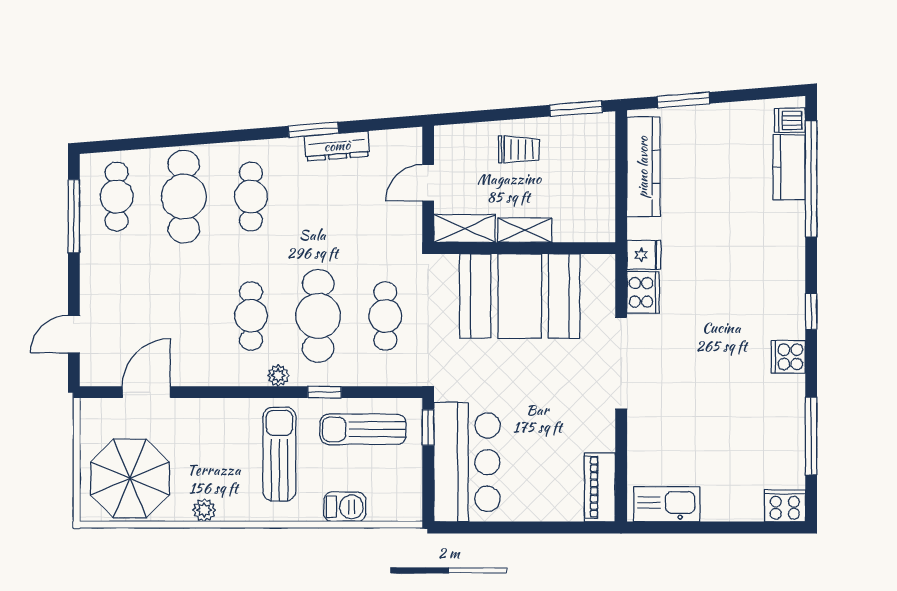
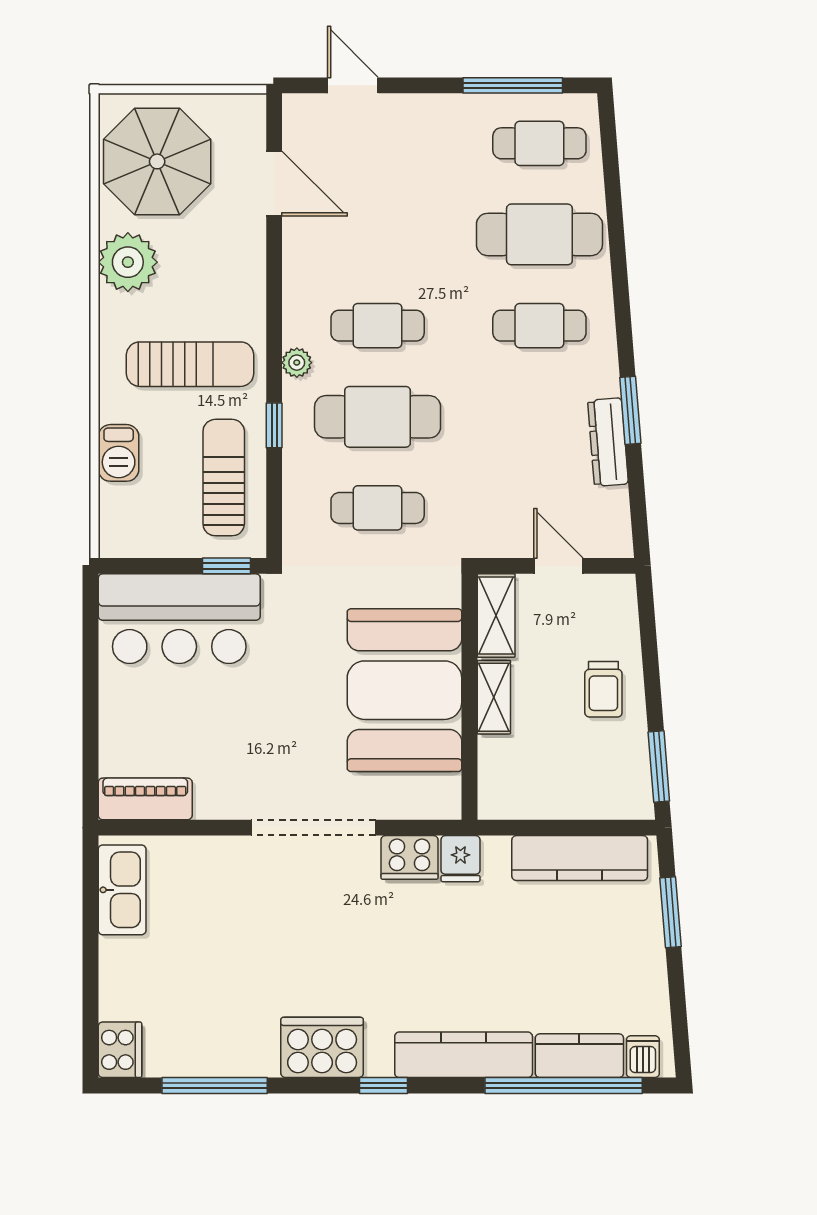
kitchen counter: (788, 253) -> (464, 1055), added
cooker: (788, 357) -> (322, 1047), width x1.87, depth x1.31
plant: (204, 510) -> (128, 262), width x1.87, depth x1.87

